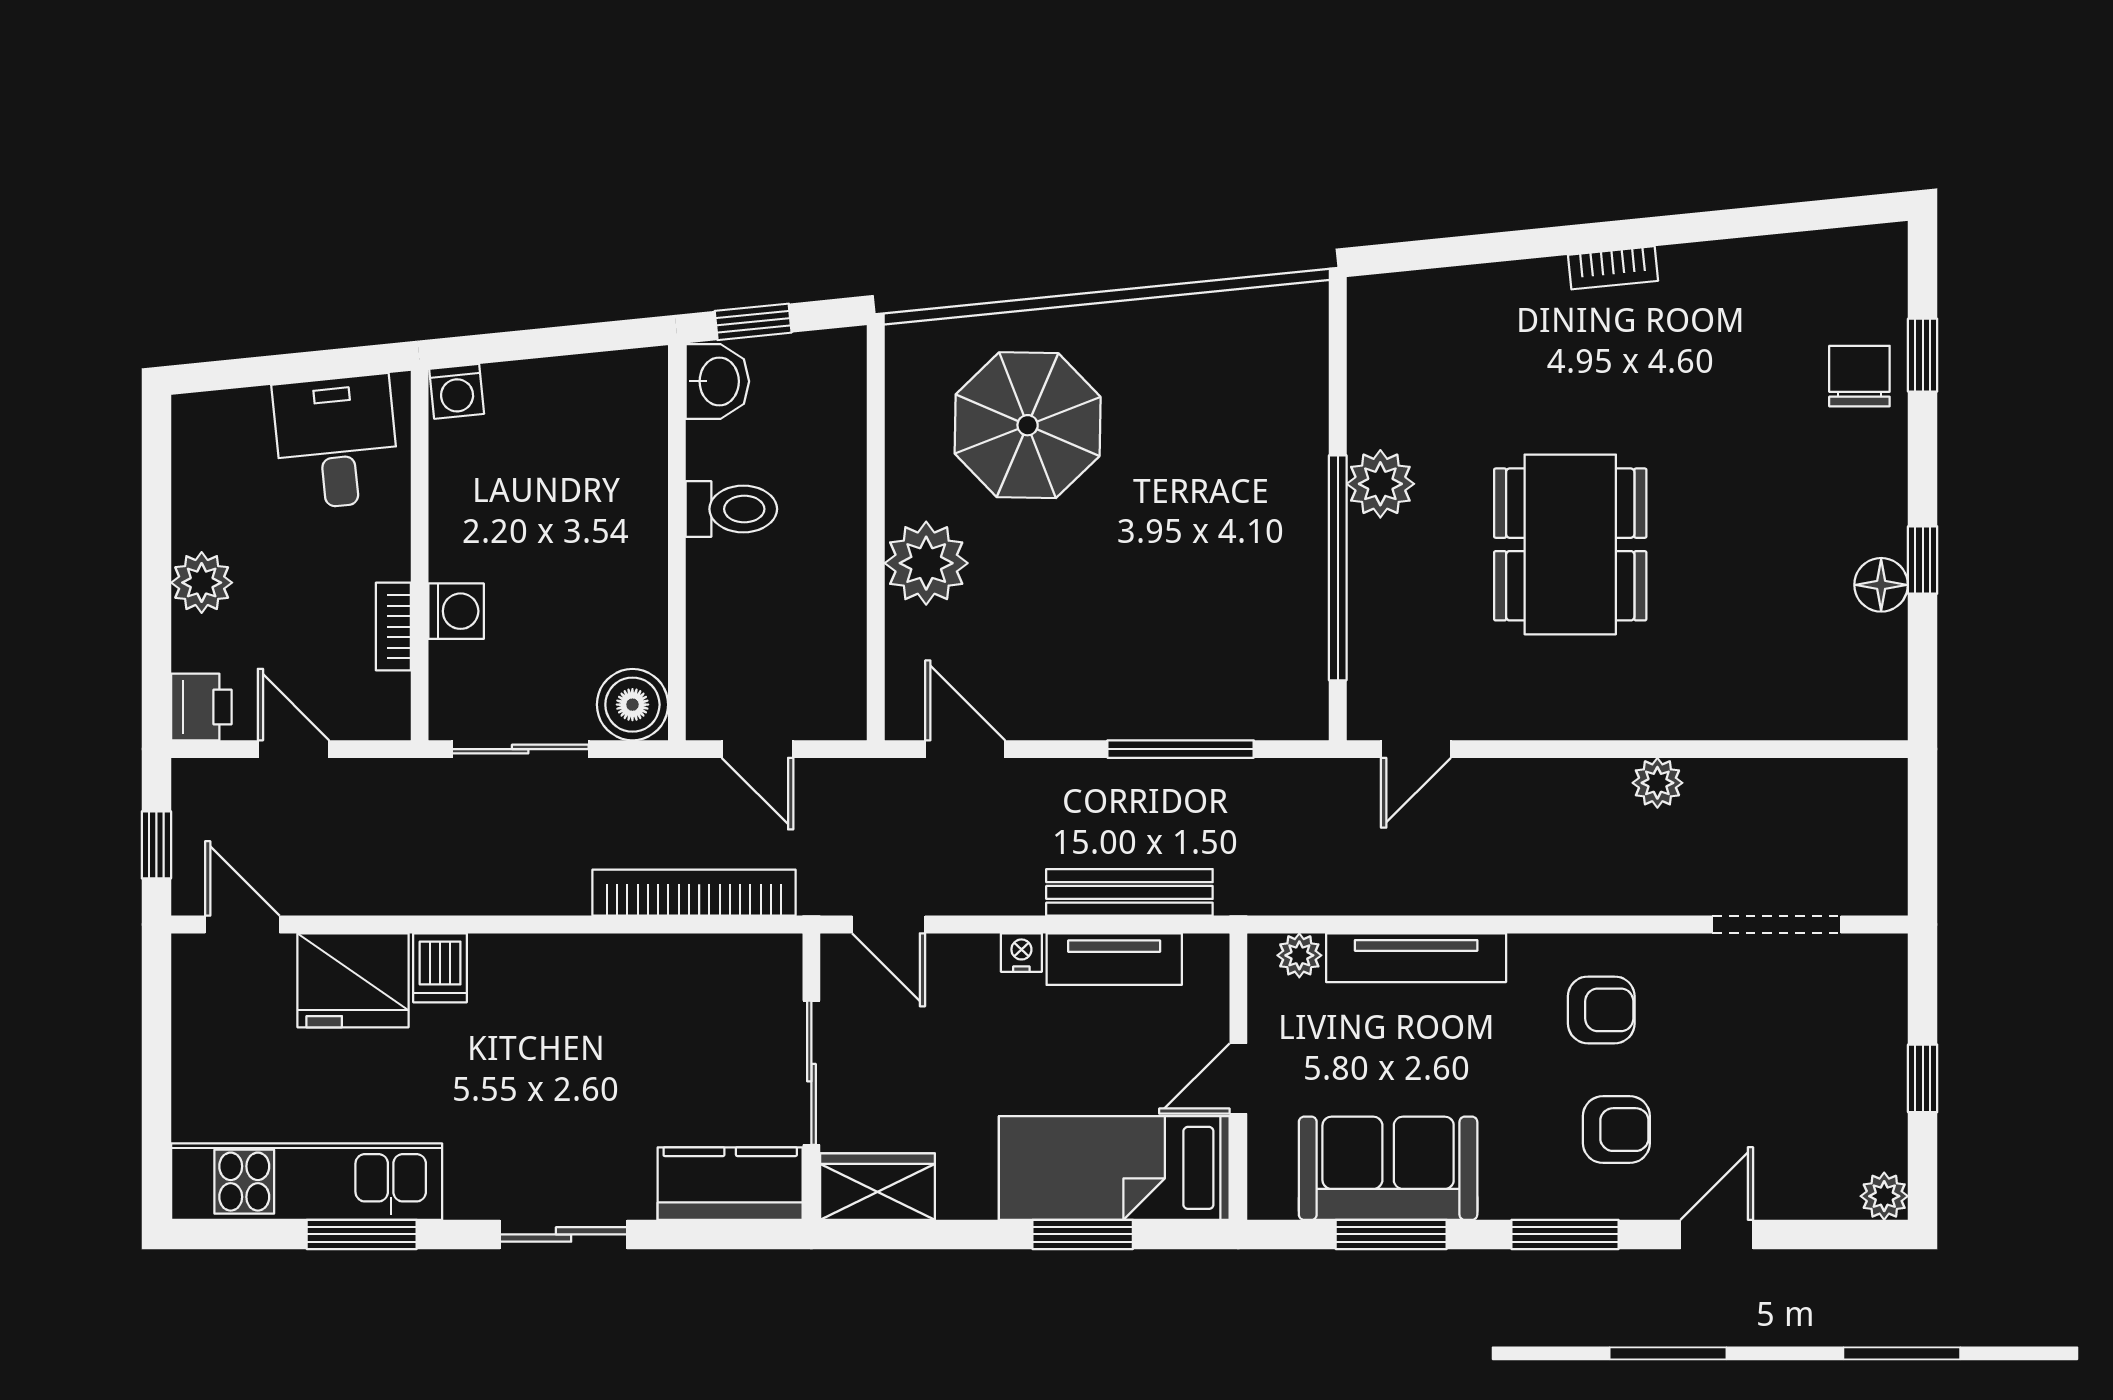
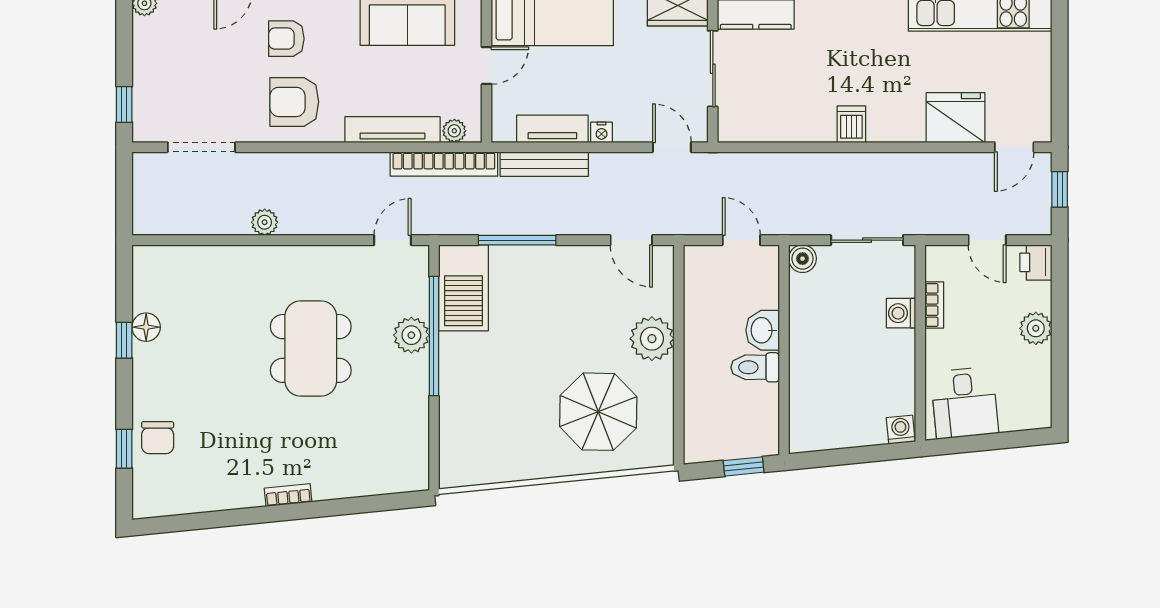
washbasin: (717, 381) -> (763, 330), moved
plant: (1380, 484) -> (411, 335), moved
barbecue: (1282, 659) -> (463, 288), added
boiler: (632, 705) -> (803, 259), width x0.73, depth x0.73
bookcase: (694, 893) -> (444, 164), moved
door: (242, 924) -> (1014, 147), hinge flipped
dishwasher: (440, 968) -> (851, 124), moved
armchair: (1601, 1010) -> (294, 102), width x1.38, depth x1.38
window: (1923, 1078) -> (124, 104), moved

